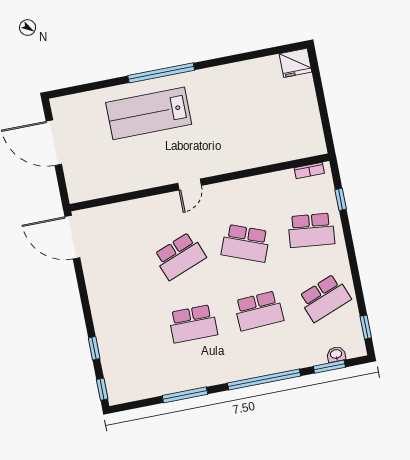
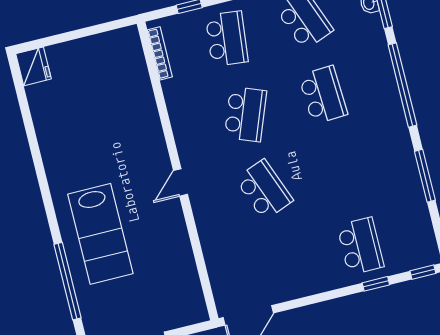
window: (161, 73) -> (67, 281), moved
bookcase: (309, 171) -> (160, 53), width x1.56
door: (190, 184) -> (180, 182), swing flipped
school desk: (193, 324) -> (360, 246), moved

